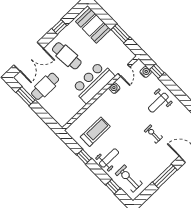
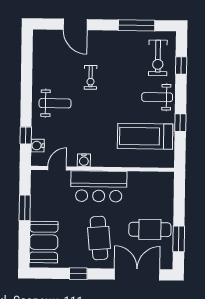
treadmill: (95, 132) -> (145, 136), width x1.37, depth x1.38
window: (165, 176) -> (137, 25), moved

